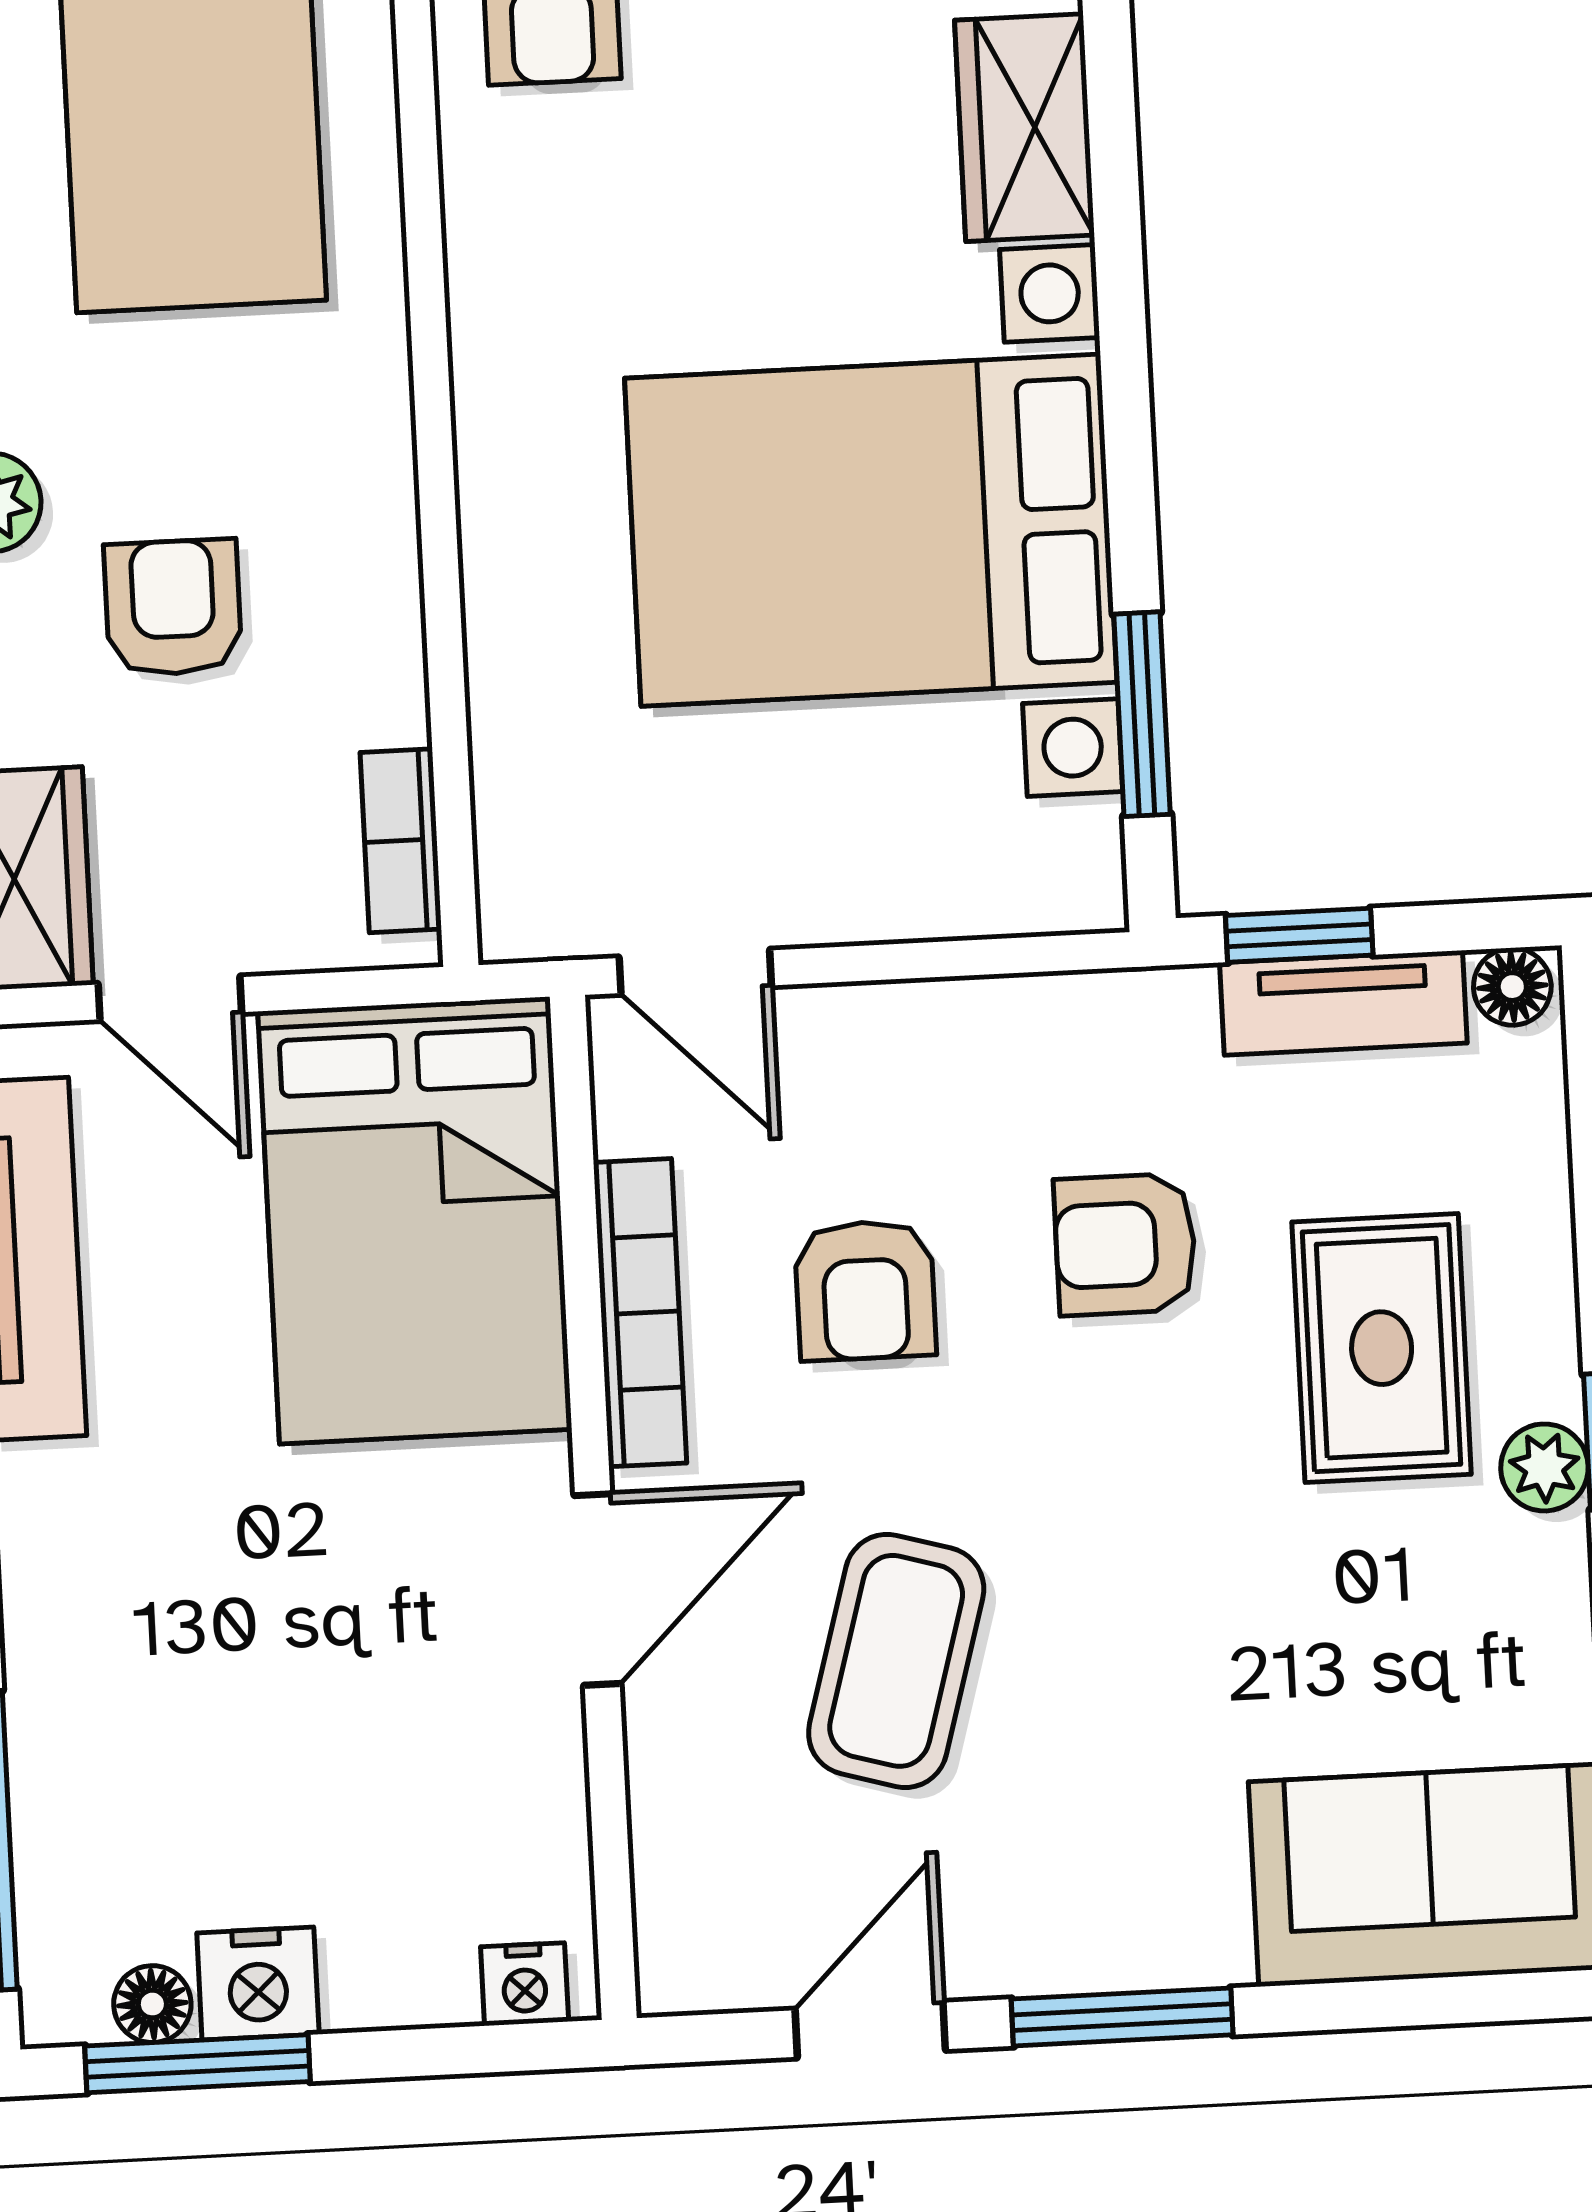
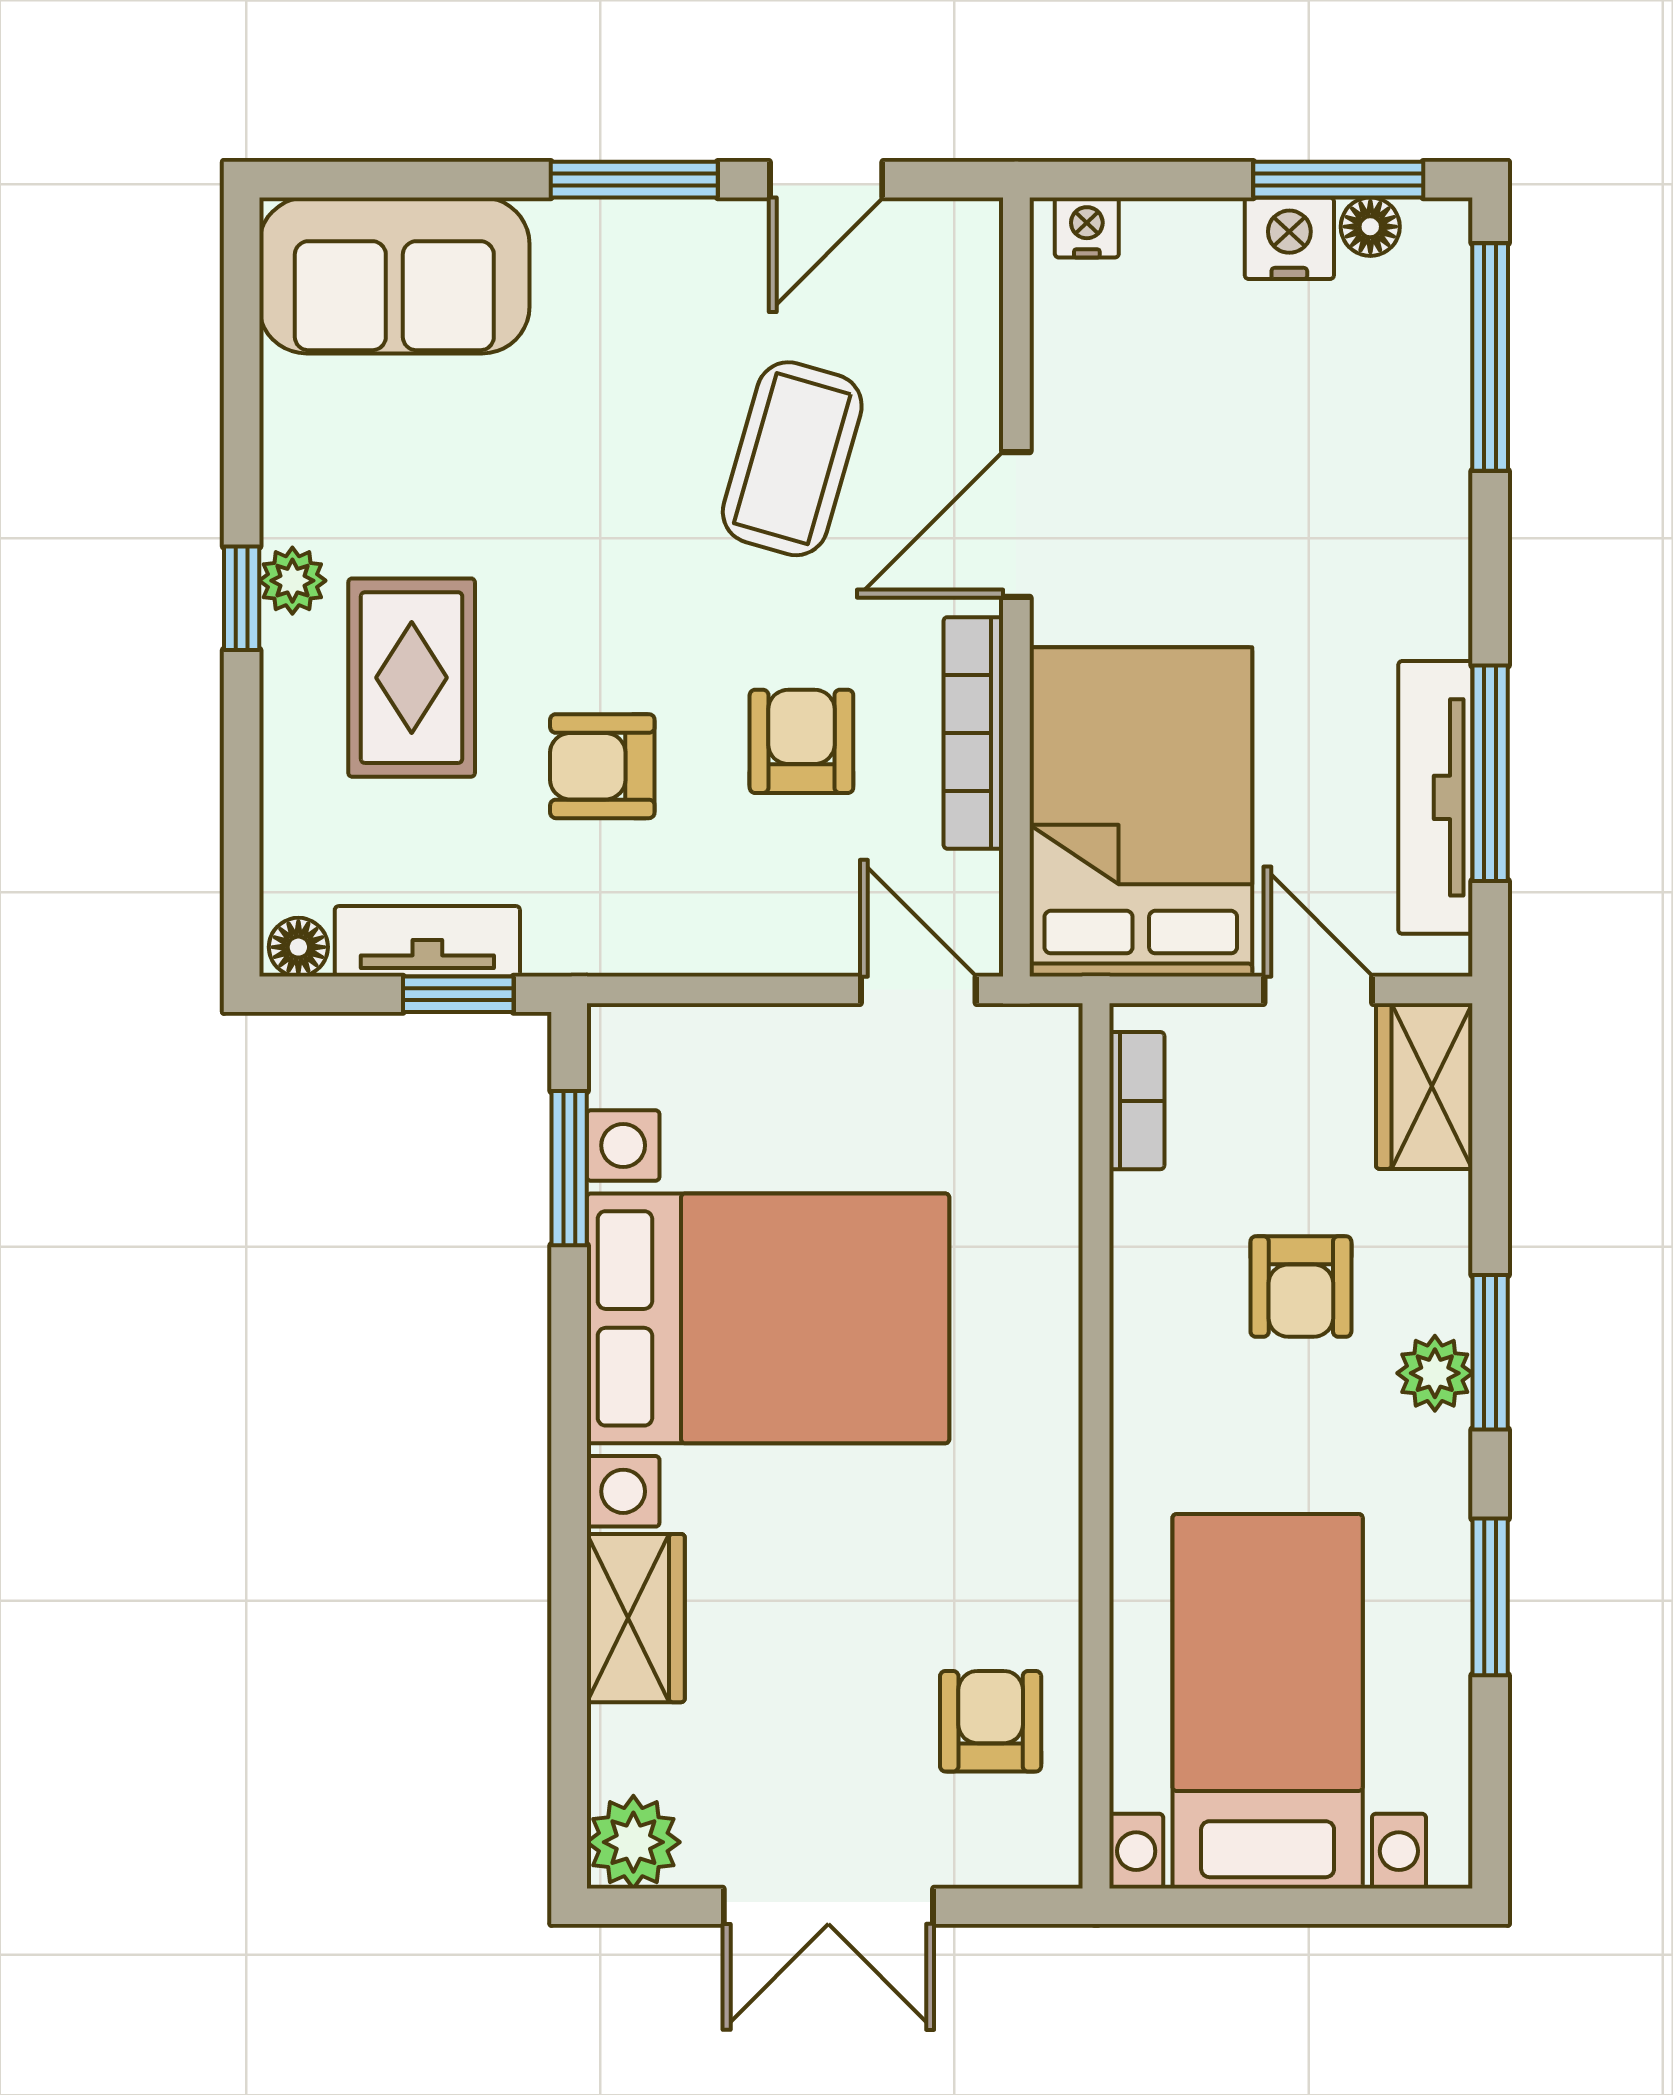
armchair: (1125, 1244) -> (602, 766), turned 180

